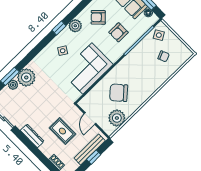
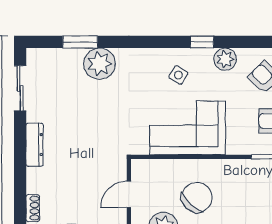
plant: (13, 85) -> (74, 56), removed
chair: (119, 93) -> (197, 197), turned 85
rug: (62, 131) -> (79, 176), removed

